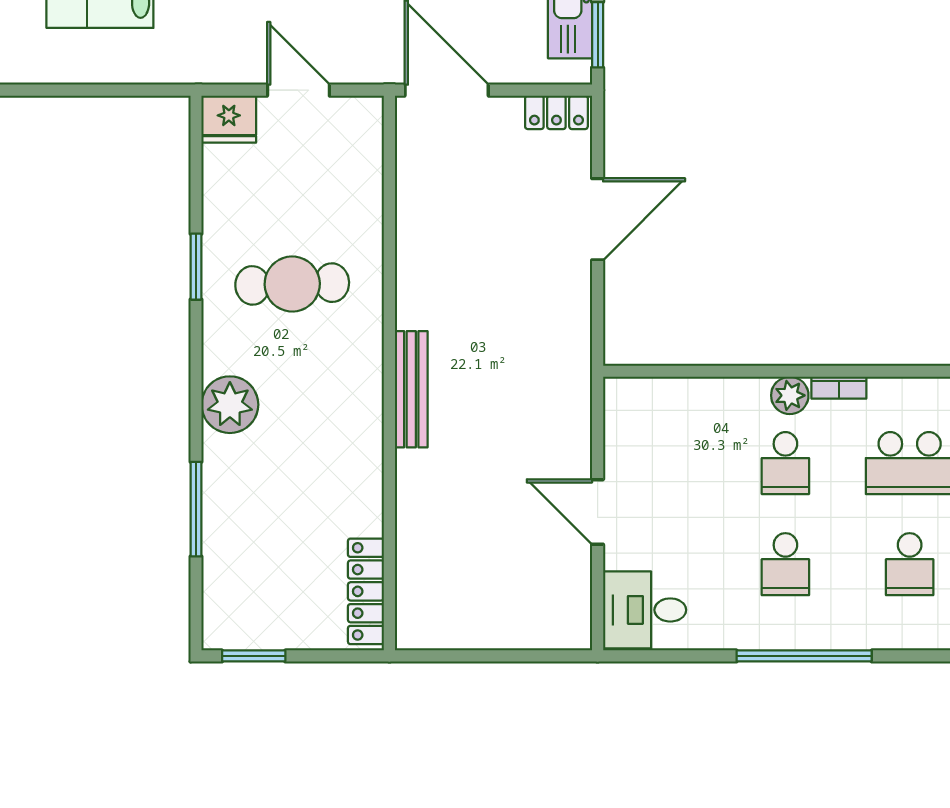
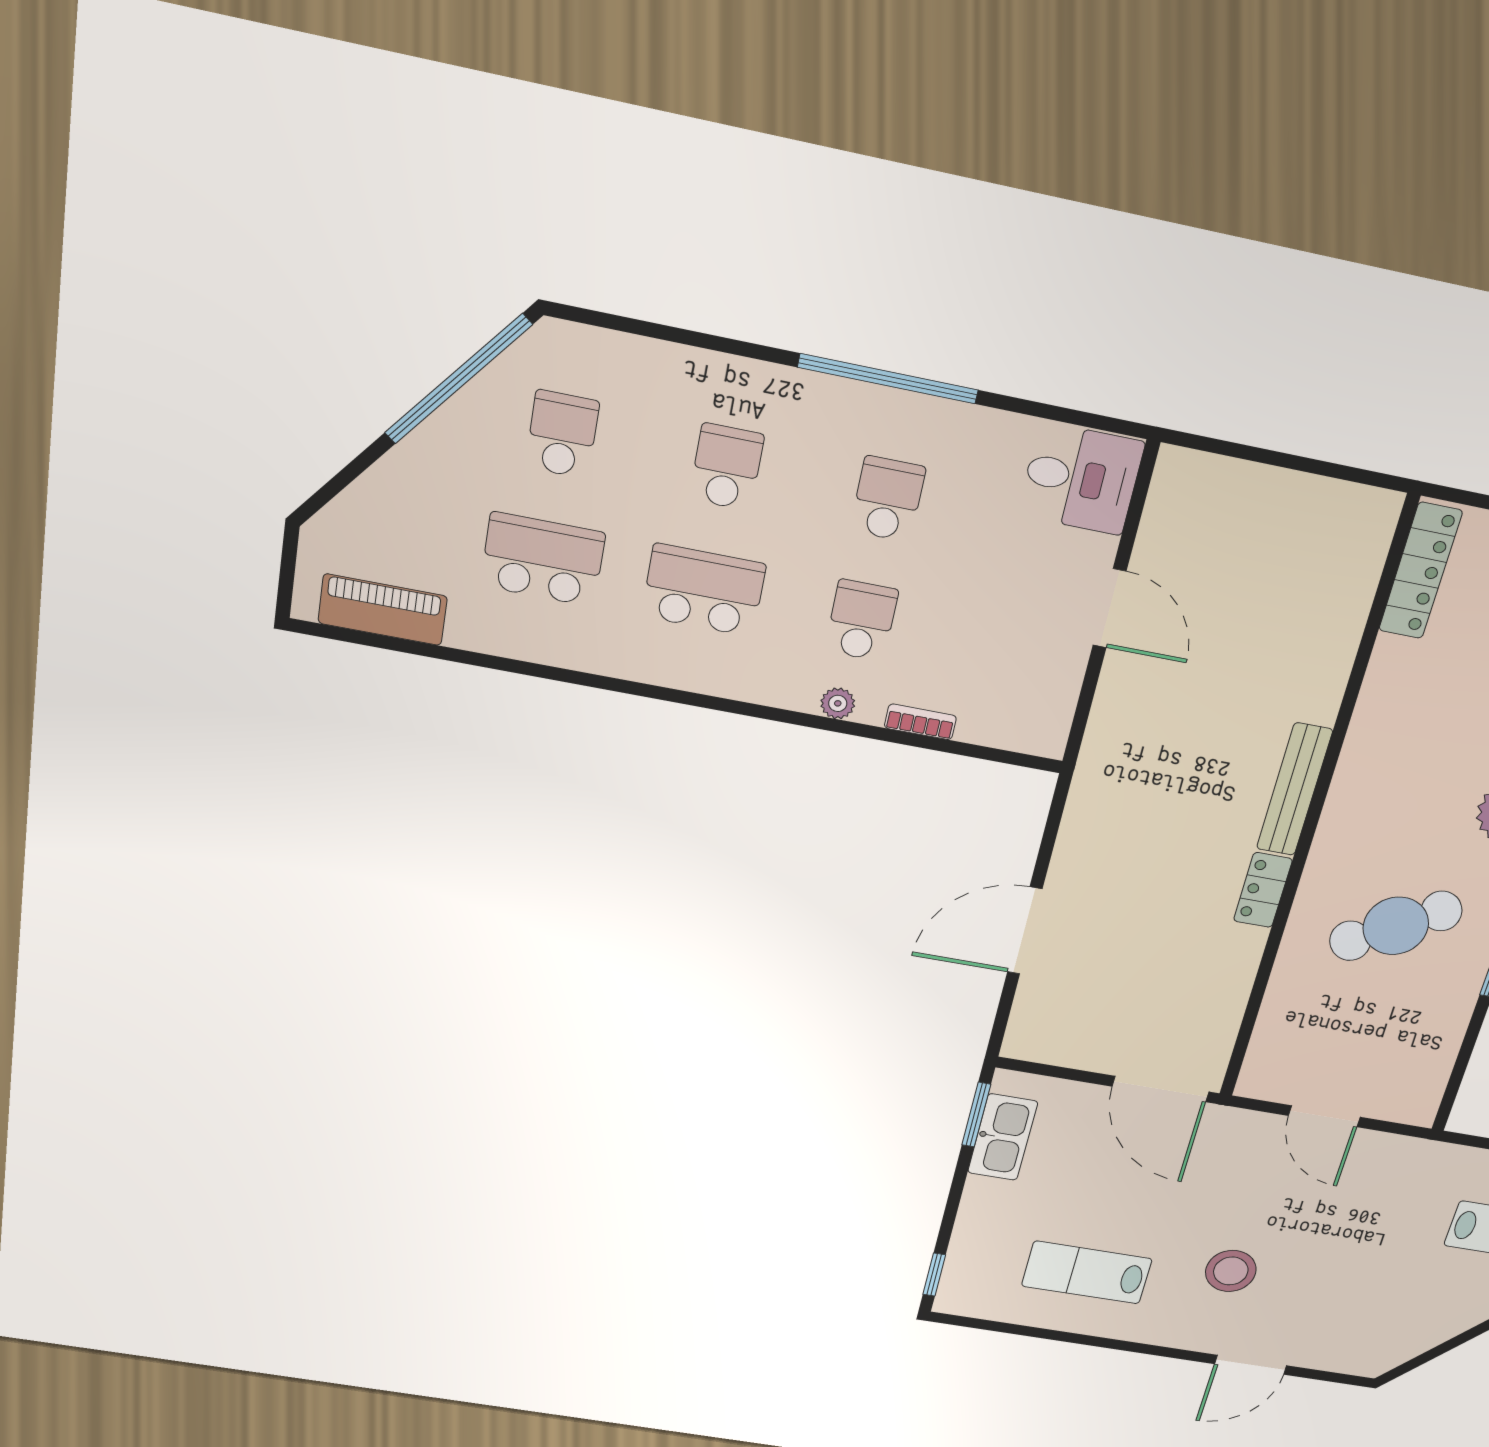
locker: (556, 112) -> (1263, 890), moved, turned -90
fridge: (229, 119) -> (1410, 1101), removed
cafe table: (292, 284) -> (1396, 926), turned -30
bookcase: (839, 388) -> (920, 722), moved
plant: (790, 395) -> (838, 703), width x0.73, depth x0.73

